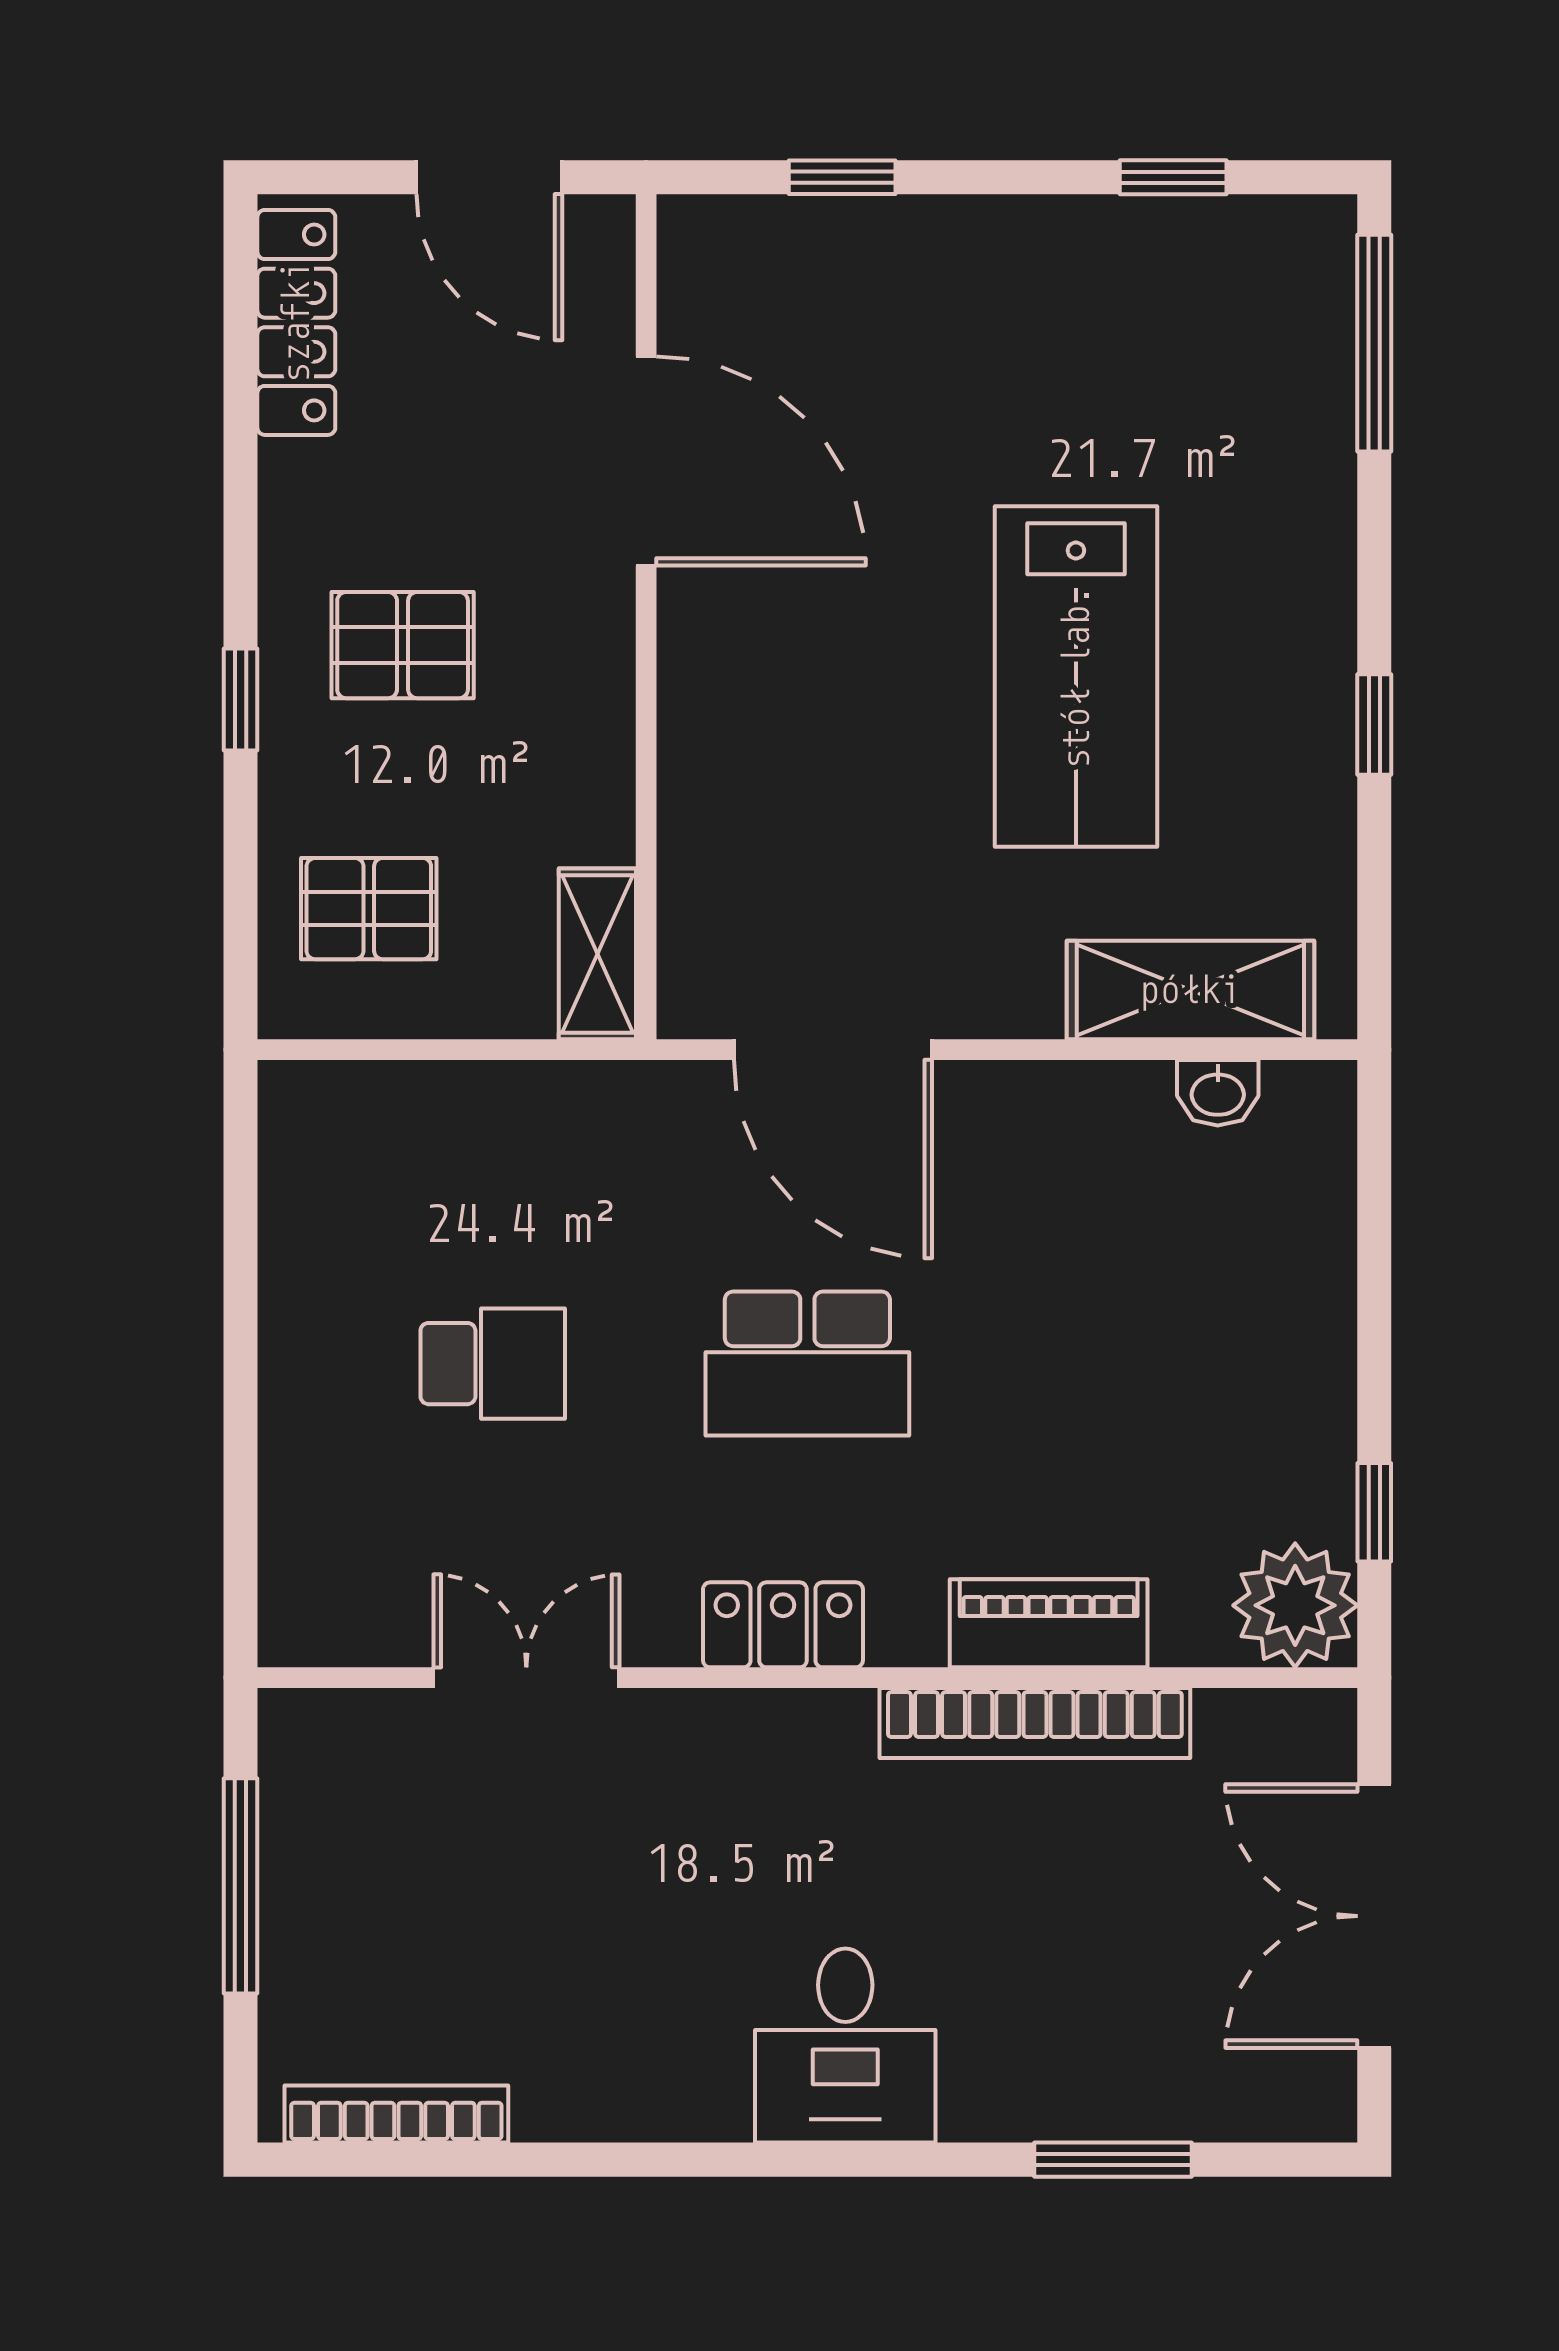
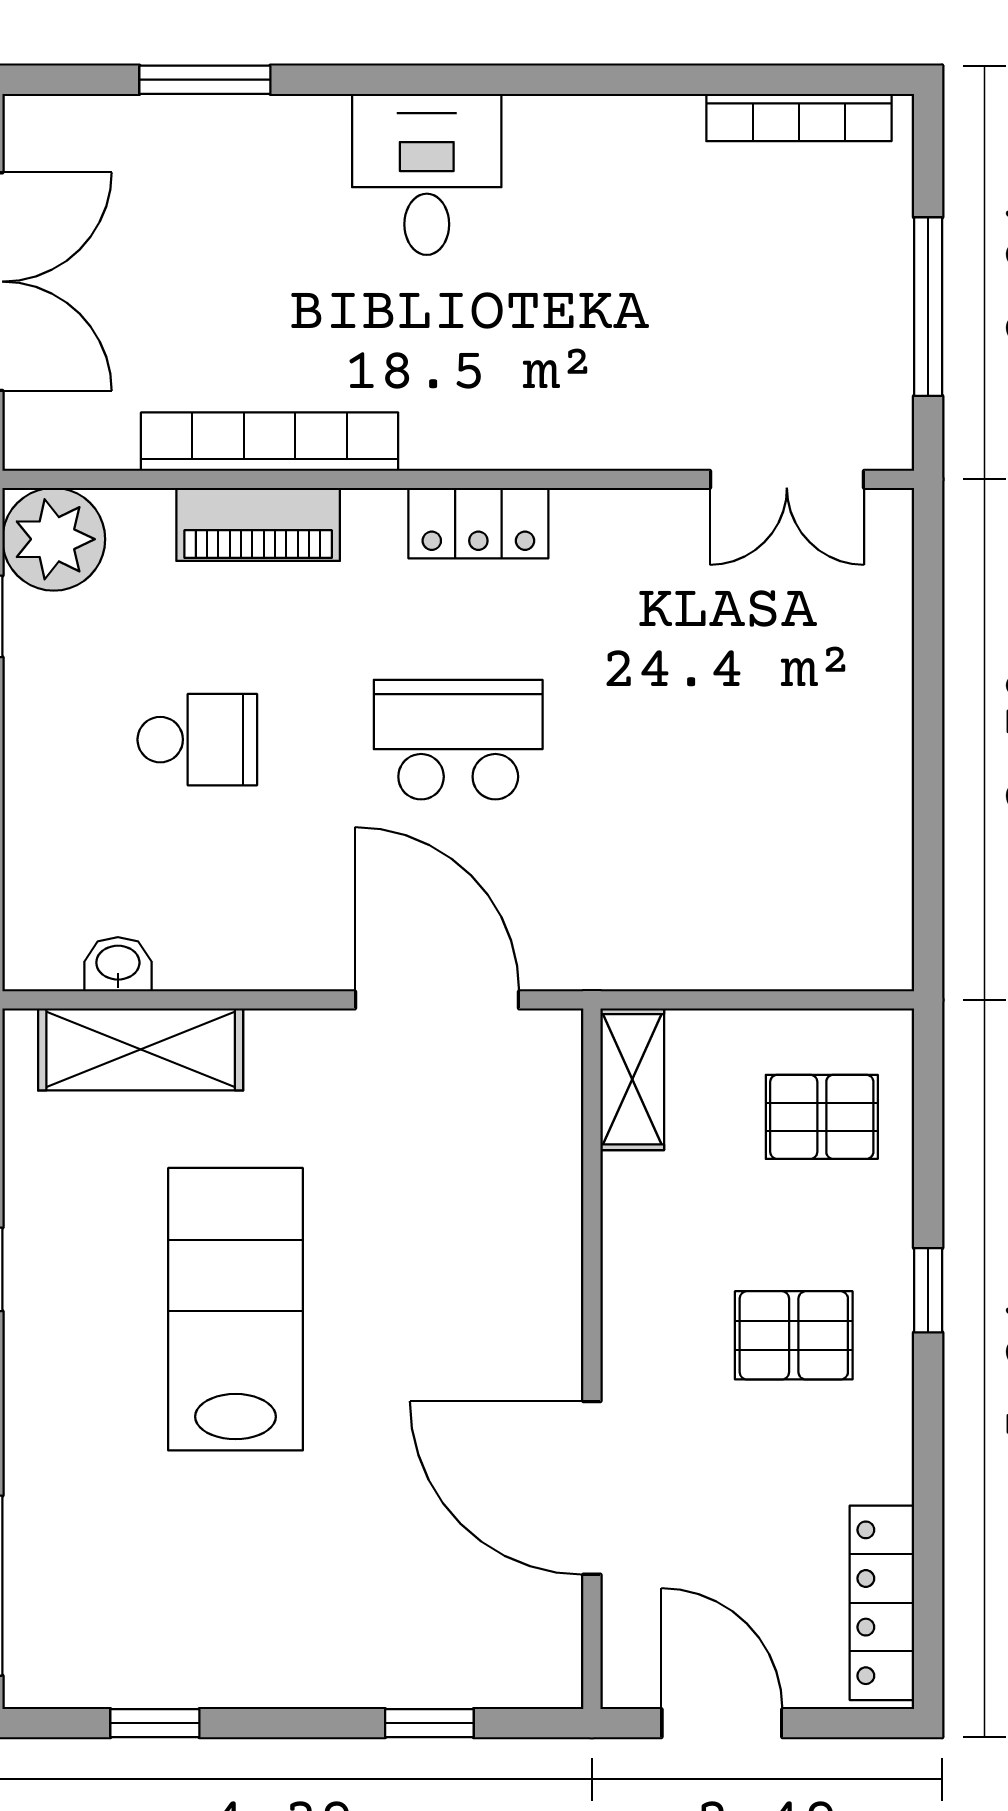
school desk: (493, 1364) -> (197, 740), moved, turned 180
double door: (526, 1678) -> (787, 479), moved

